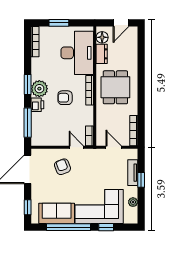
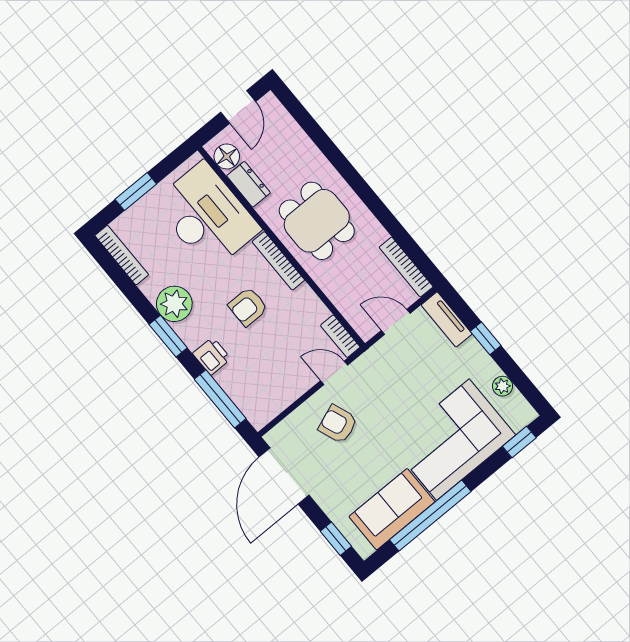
plant: (39, 89) -> (174, 304), moved
tv unit: (133, 173) -> (447, 319), moved
window: (106, 227) -> (519, 442), moved

